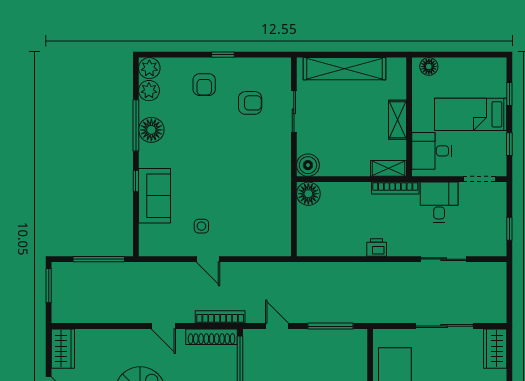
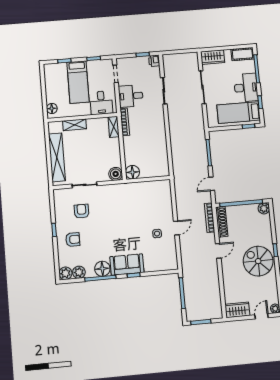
shelving: (398, 120) -> (74, 125), moved
sofa: (154, 196) -> (127, 265), moved
printer: (377, 247) -> (154, 61), moved

